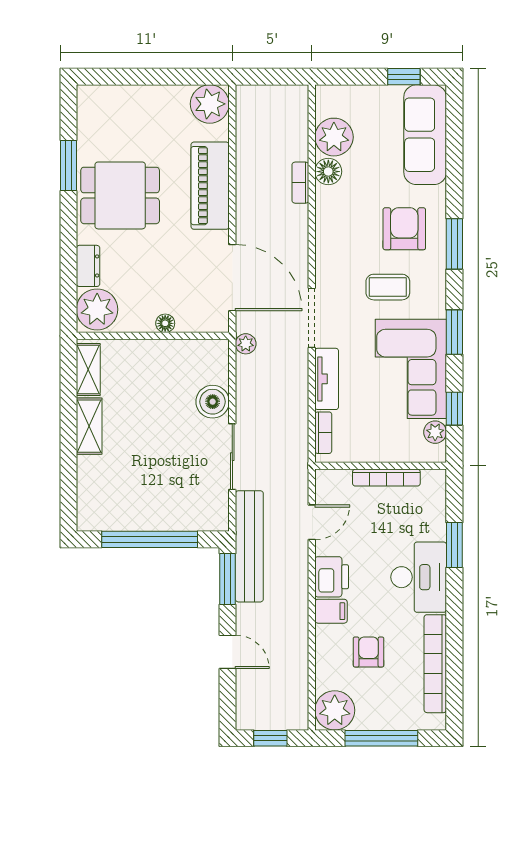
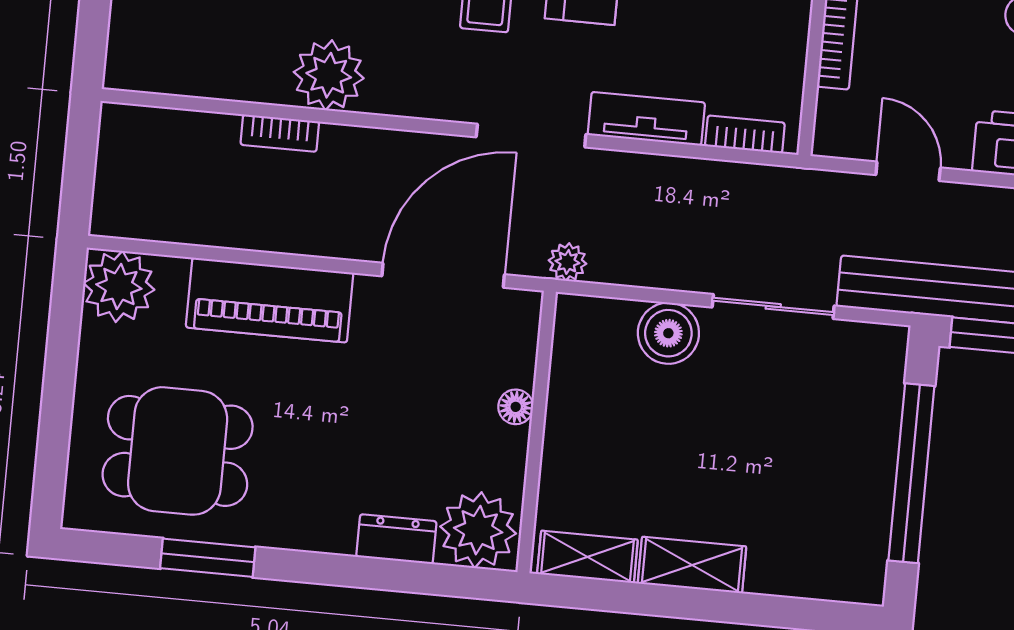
plant: (334, 137) -> (329, 75), moved
floor lamp: (328, 172) -> (264, 80), removed
dining table: (120, 195) -> (178, 451), moved, turned 90

